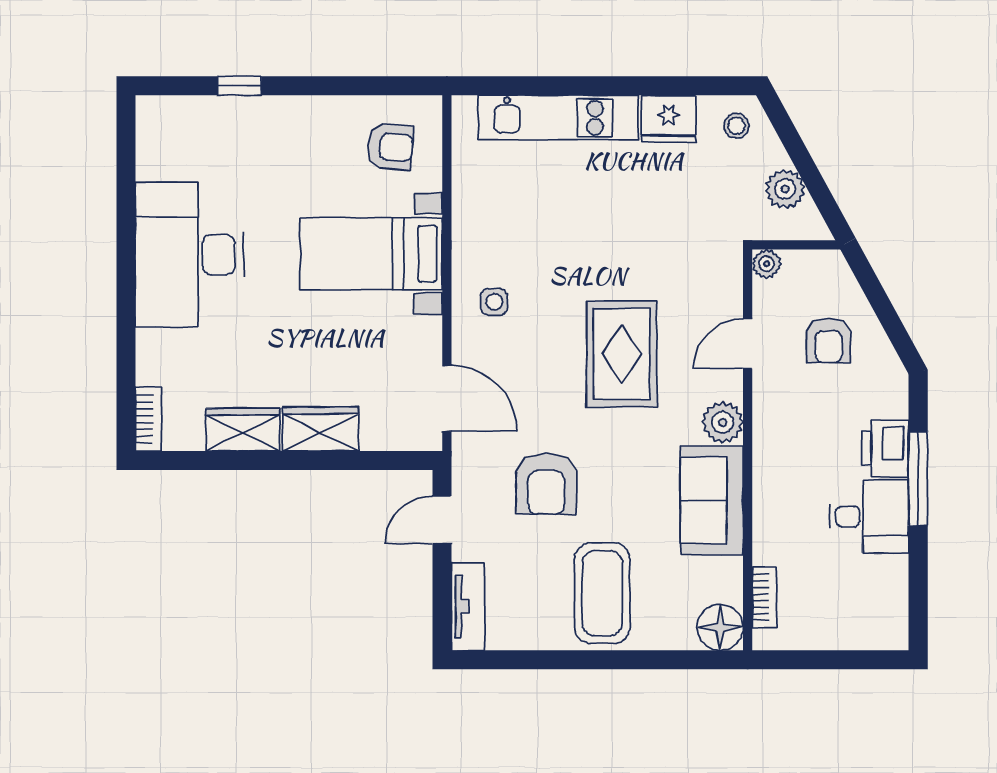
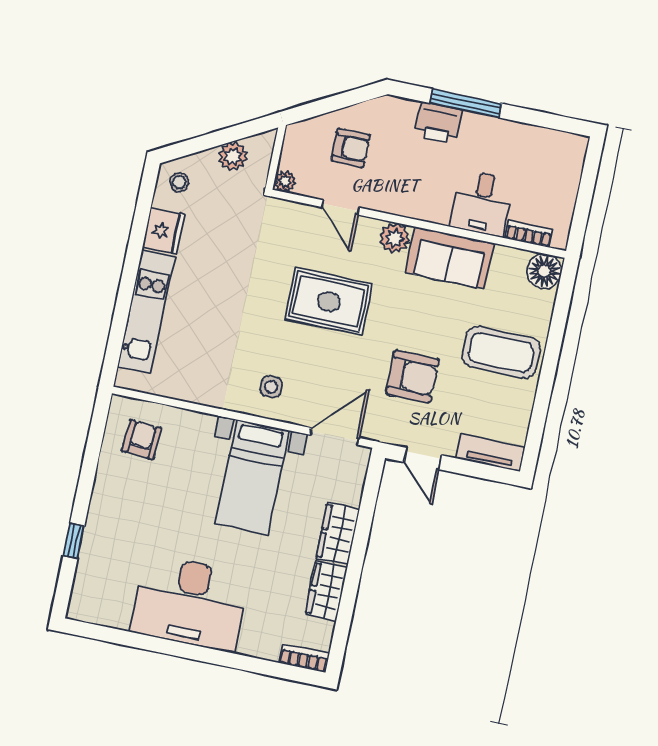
bed with nightstands: (371, 254) -> (252, 477), moved
desk: (869, 516) -> (482, 203), moved, turned 180

